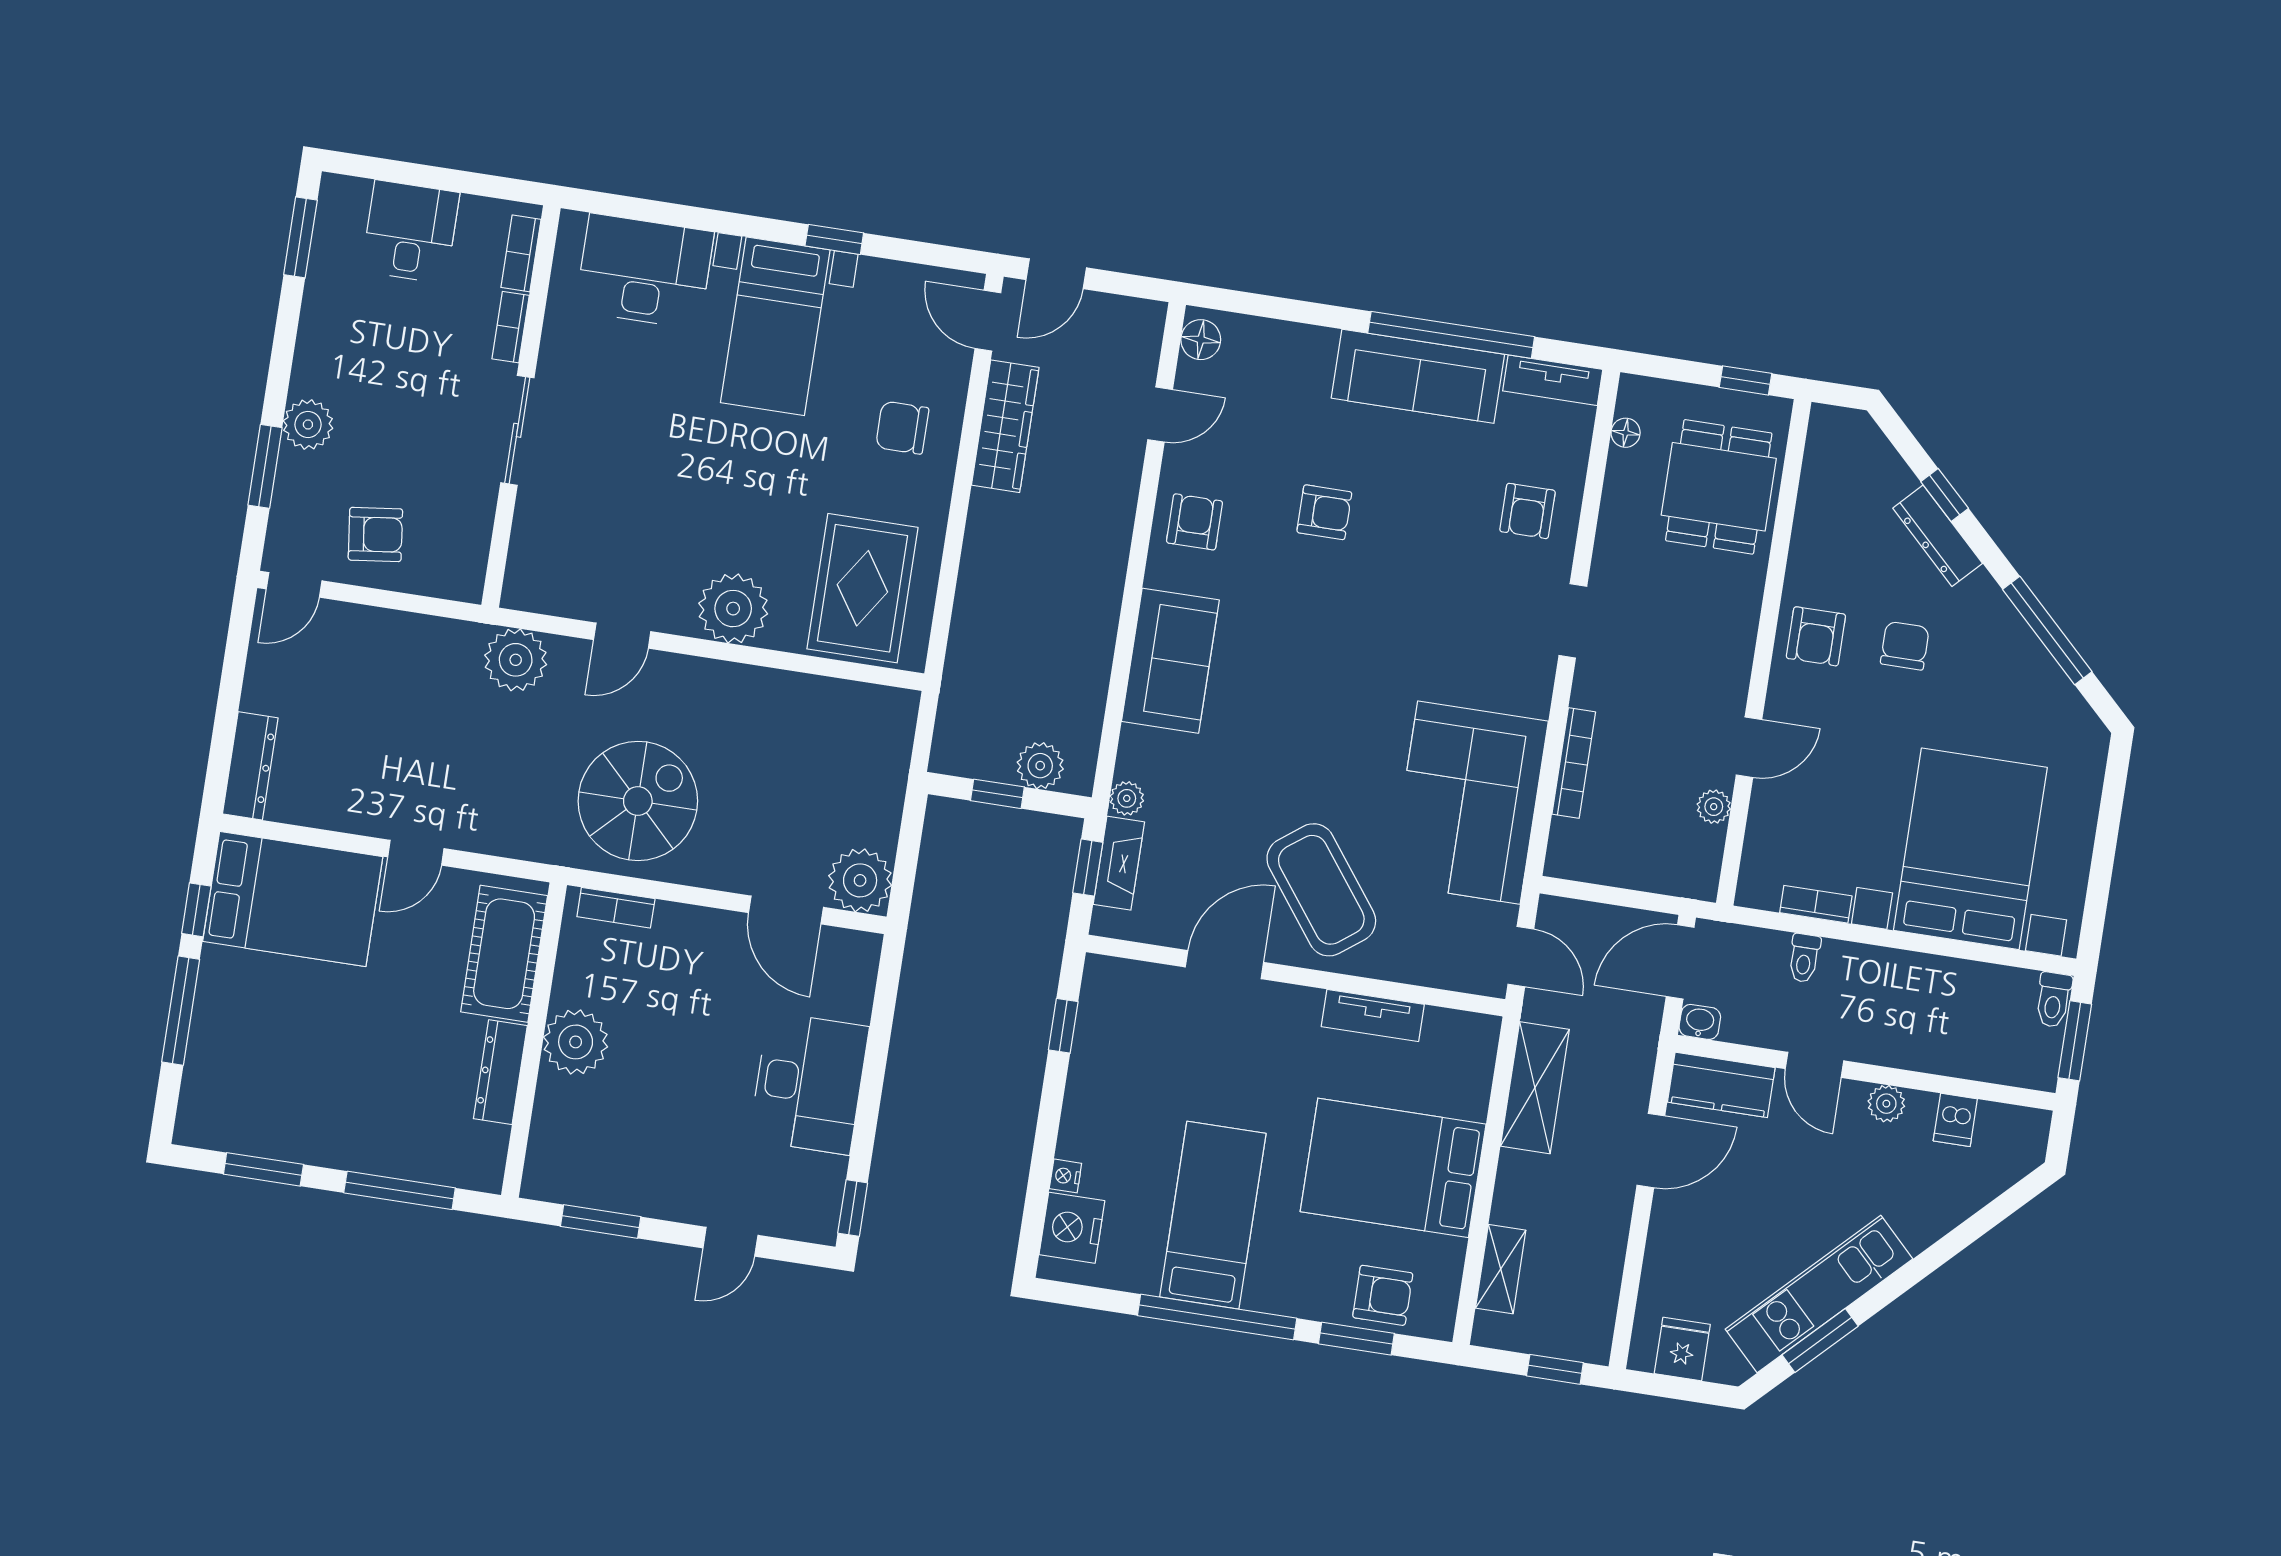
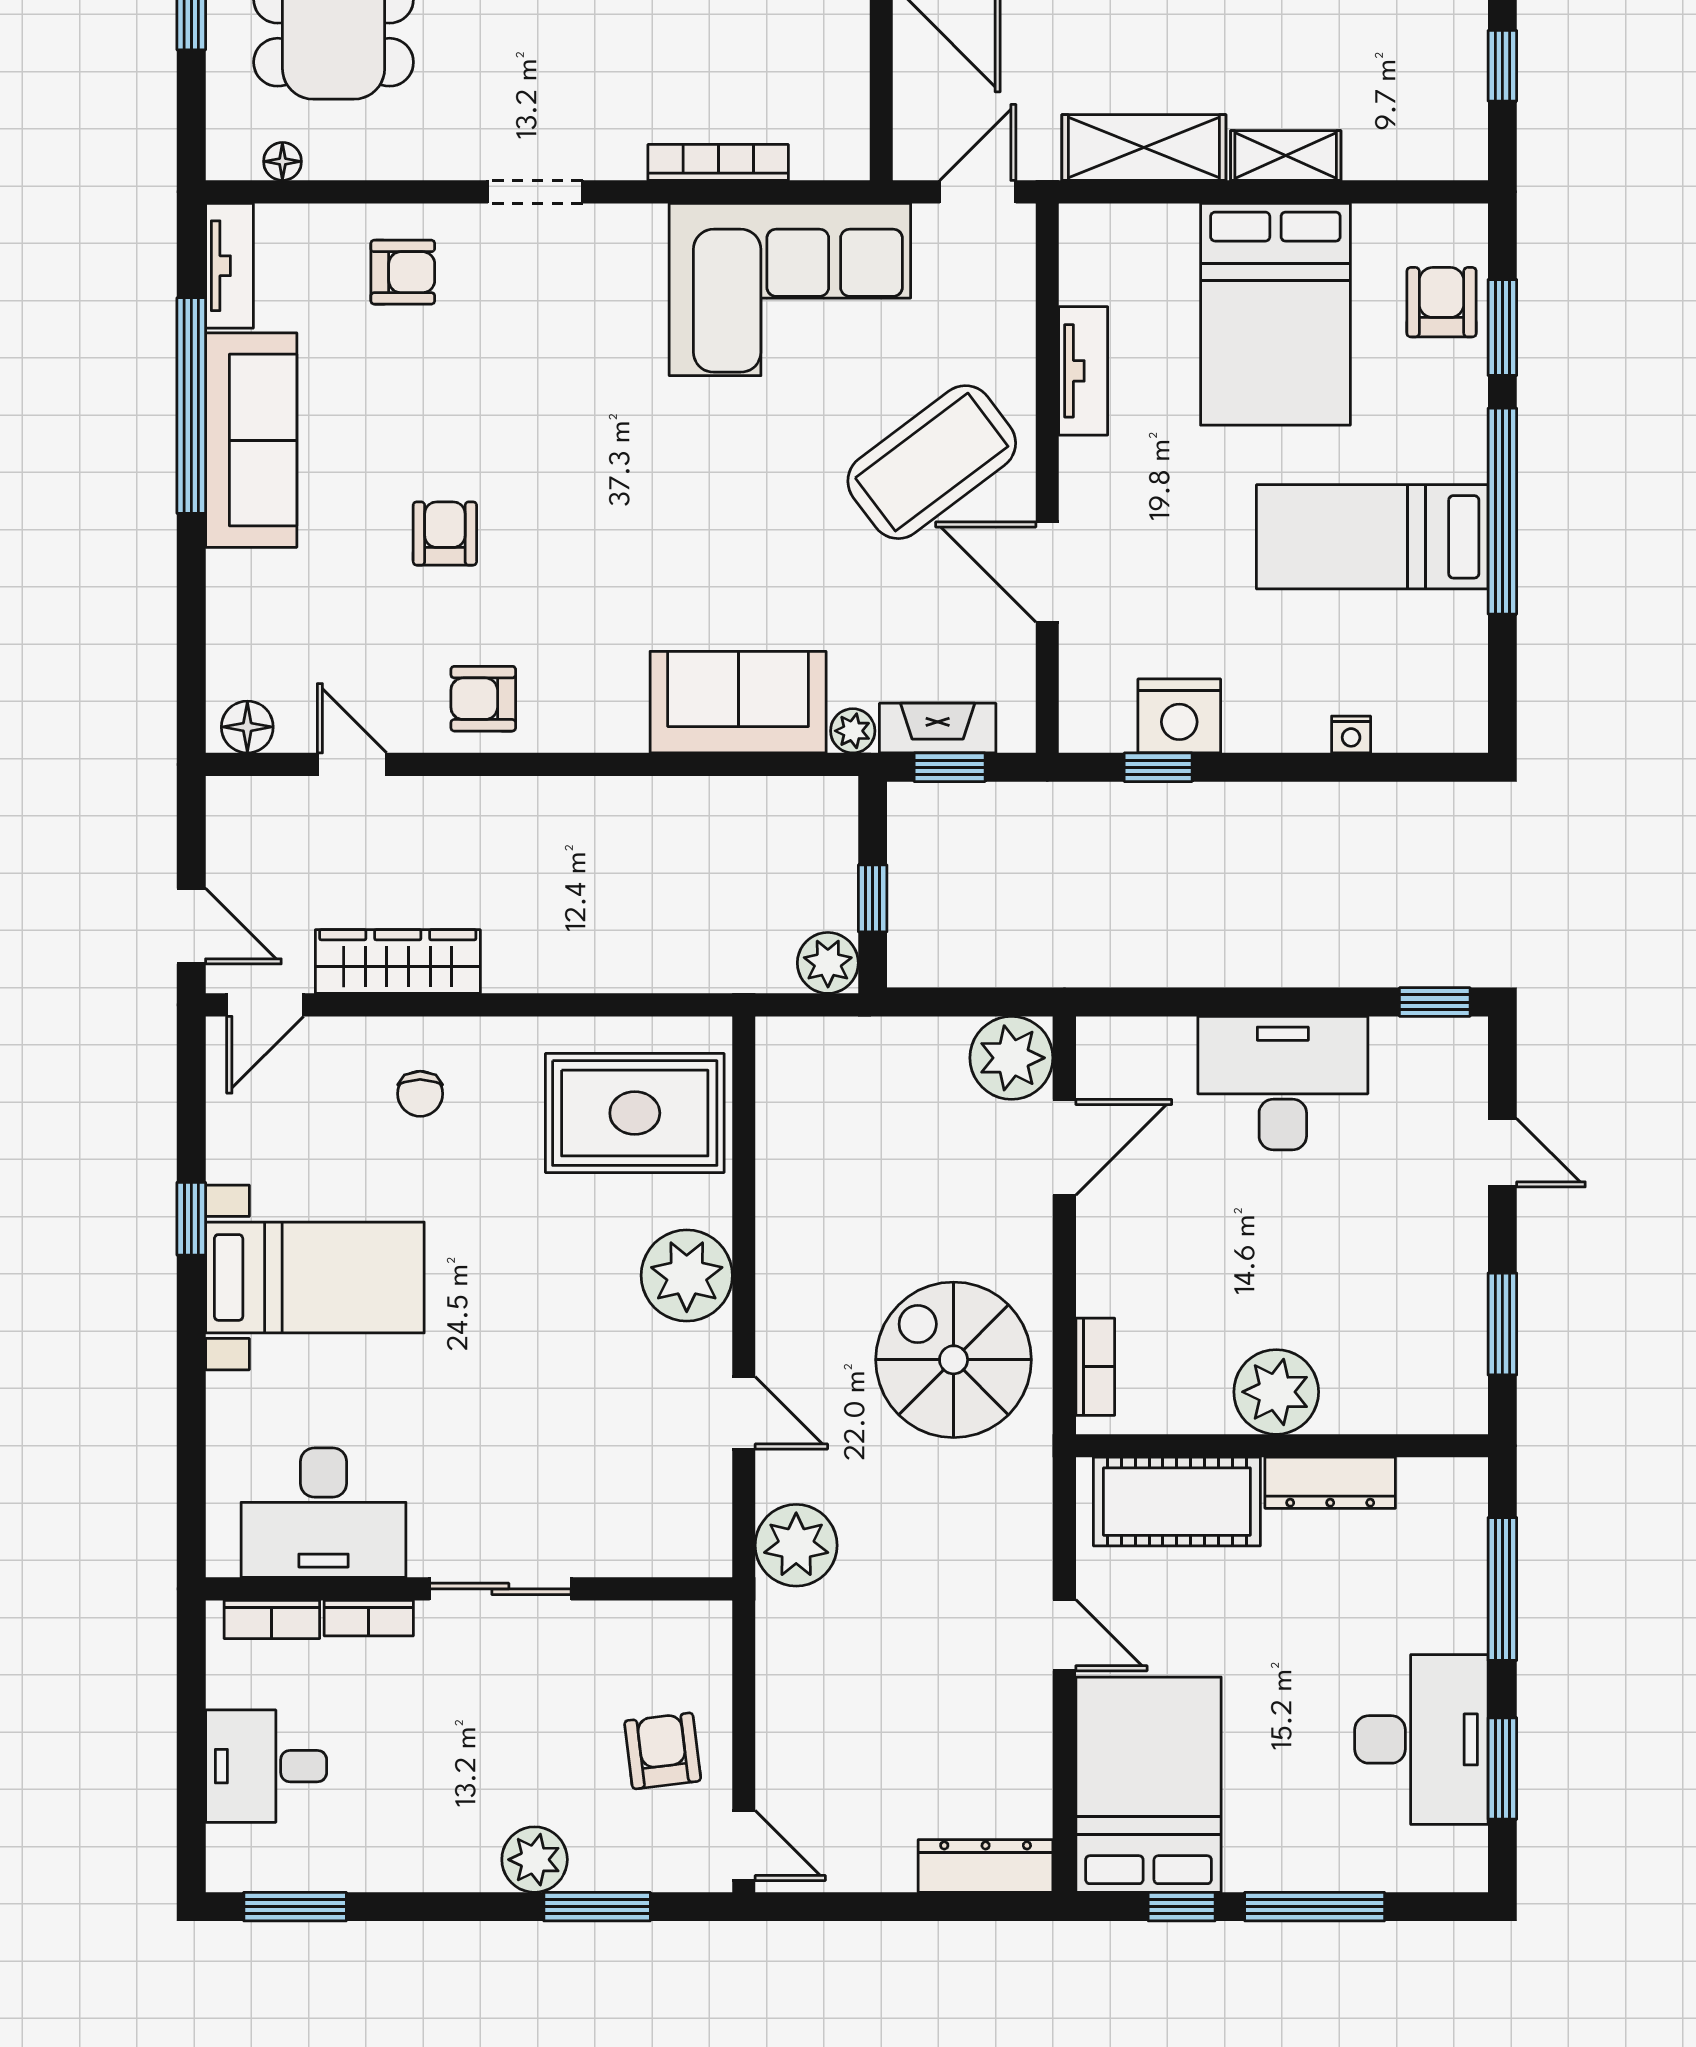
desk: (644, 271) -> (324, 1513), moved, turned -90
chair: (902, 428) -> (420, 1094), width x0.73, depth x0.73
sofa: (1170, 661) -> (738, 702), moved
plant: (1040, 766) -> (828, 963), moved
desk: (295, 1111) -> (1421, 1739), added
nightstand: (1072, 1228) -> (1179, 716), moved
shelving: (1501, 1269) -> (1286, 156), moved

